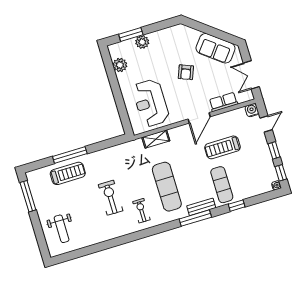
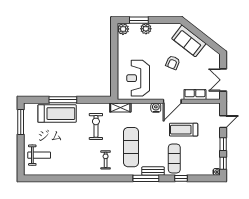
sofa: (216, 48) -> (189, 41), moved
plant: (120, 65) -> (123, 29), moved
water cooler: (252, 110) -> (156, 108), moved
shelving: (156, 139) -> (120, 107), moved
treadmill: (68, 173) -> (57, 114), width x1.37, depth x1.38
exercise bike: (110, 198) -> (96, 126), moved
weight bench: (62, 229) -> (39, 155), turned -90

